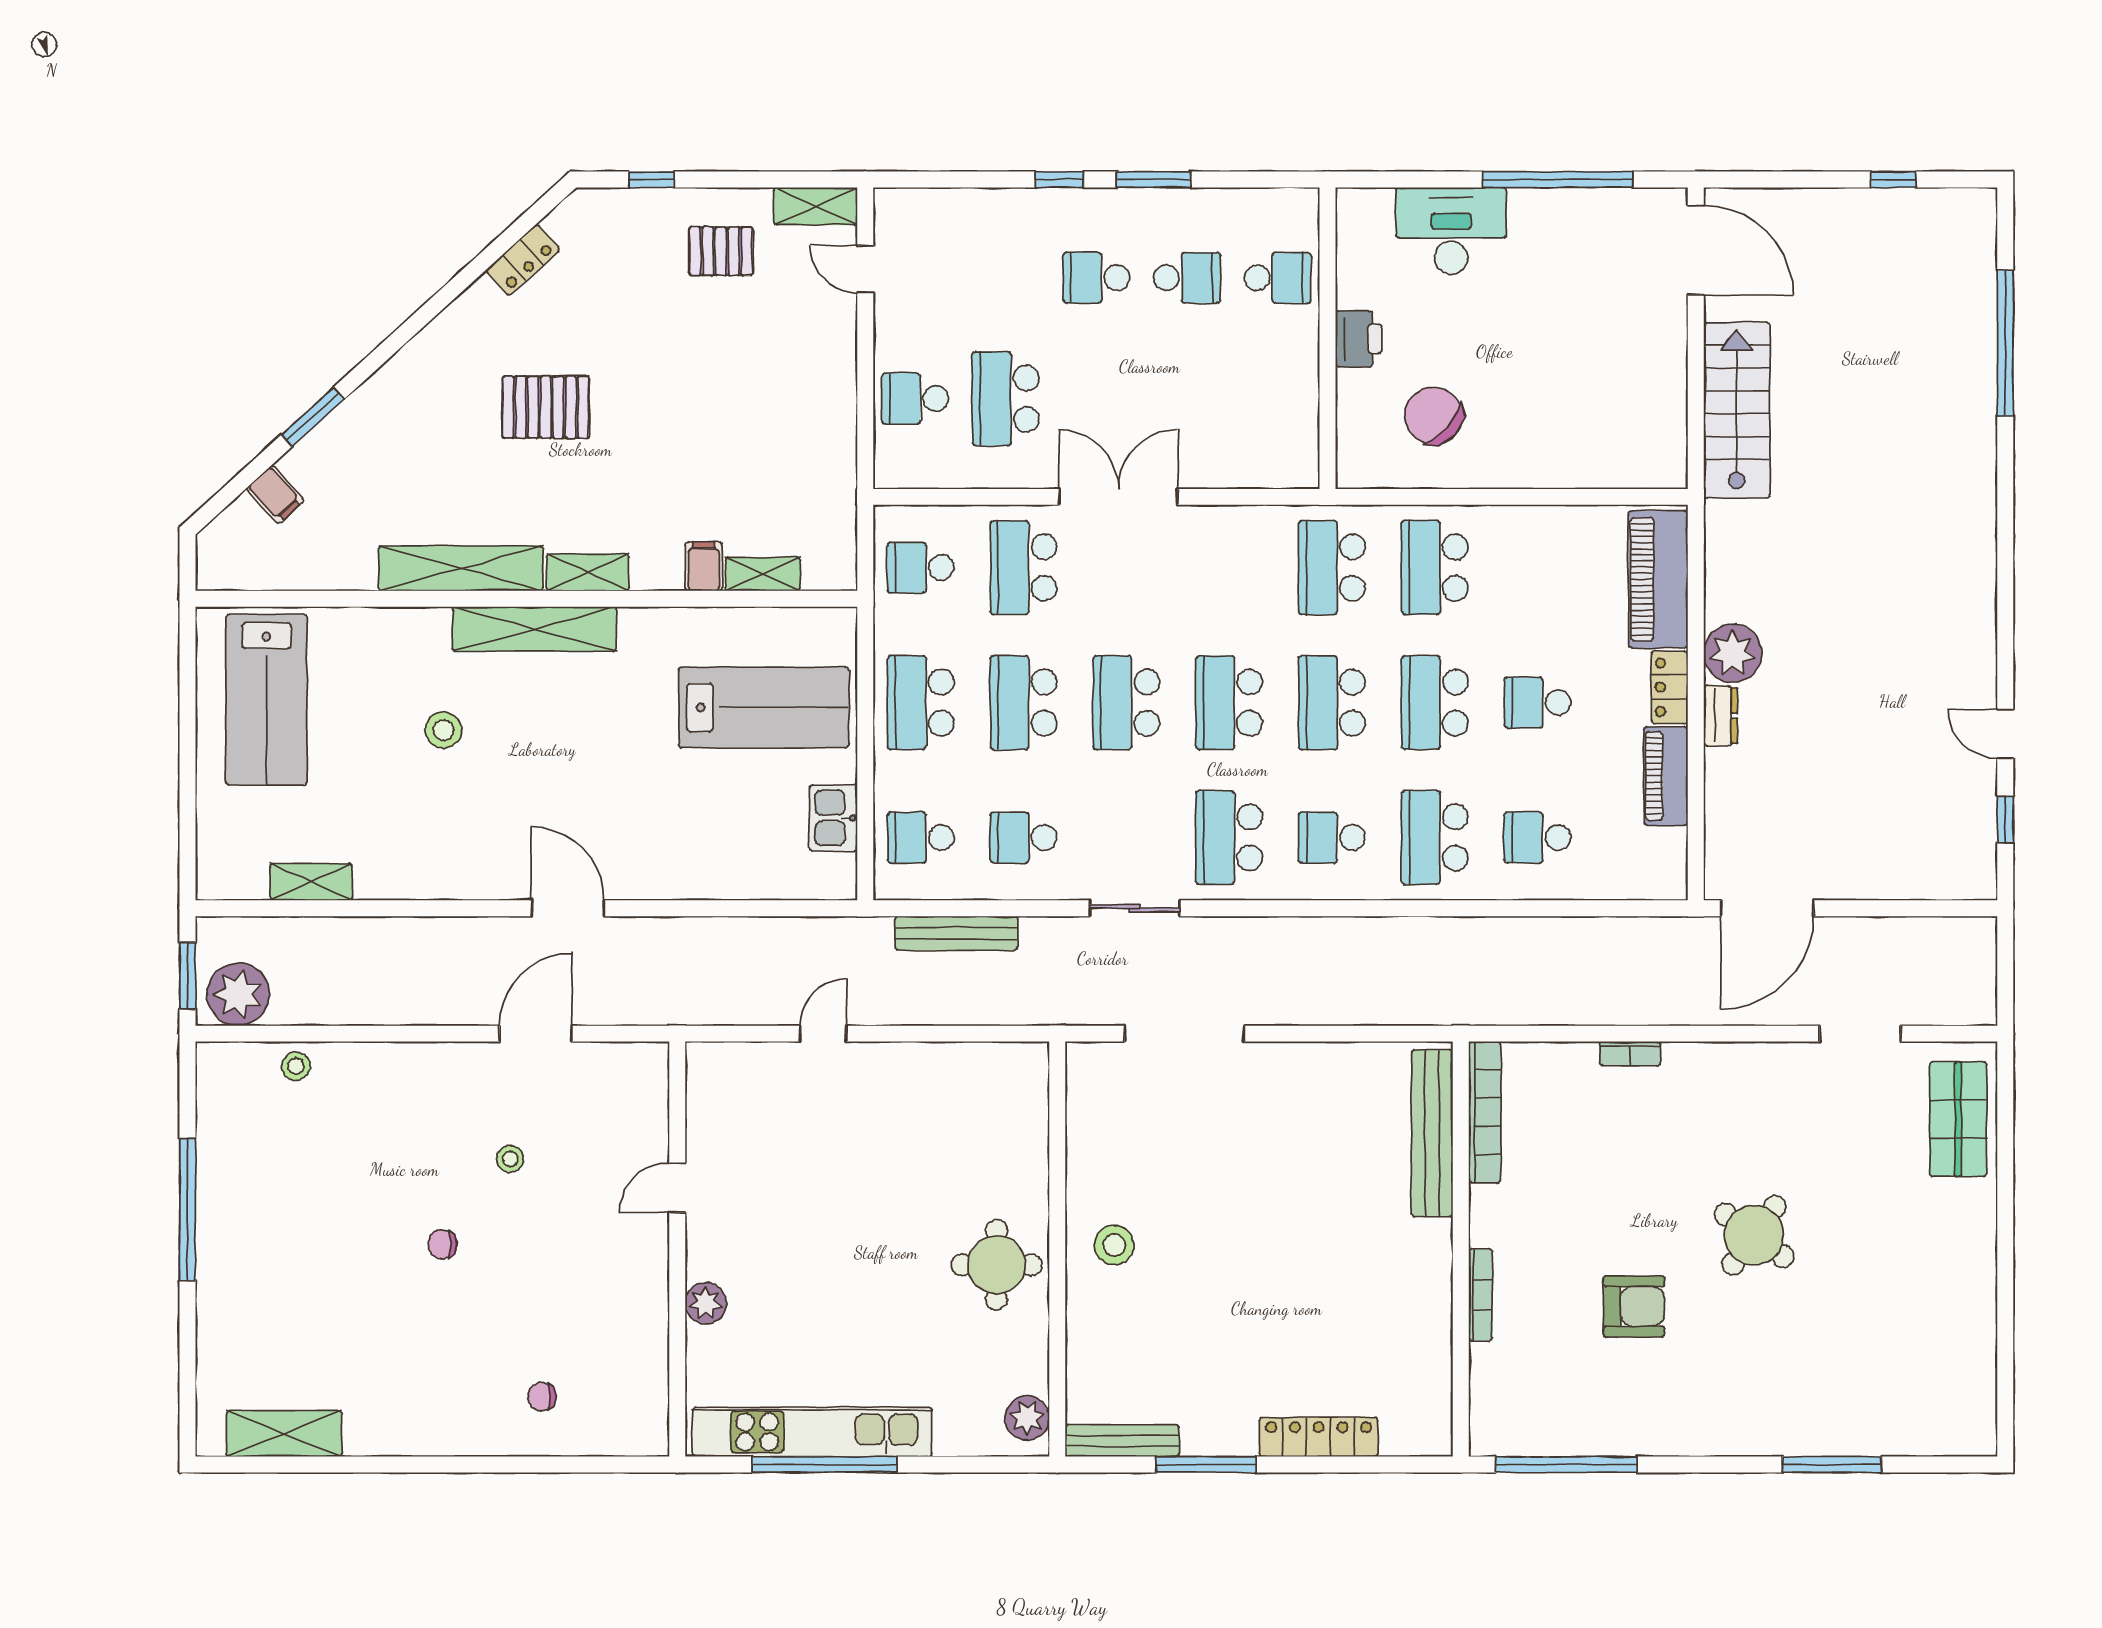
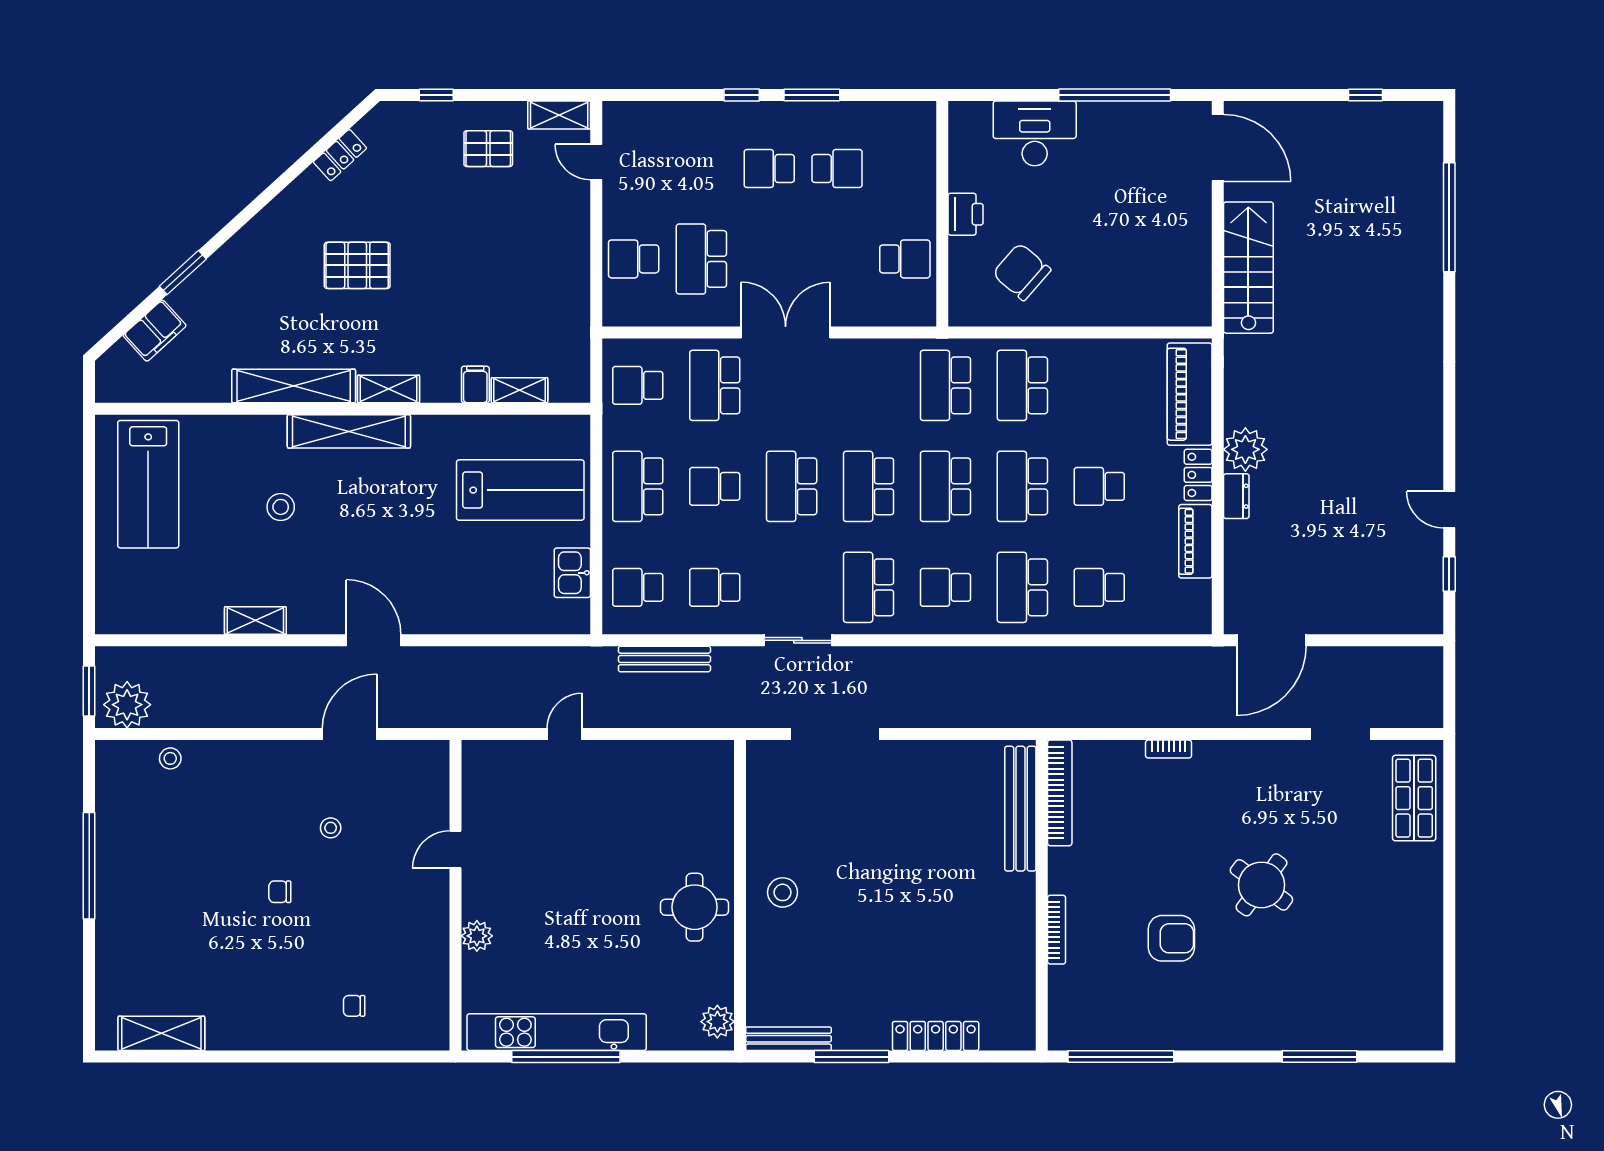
school desk: (1278, 278) -> (905, 259), moved
filing cabinet: (275, 494) -> (155, 331), width x2.00
school desk: (1024, 703) -> (715, 486), width x0.54
shelving: (311, 882) -> (255, 621), moved

